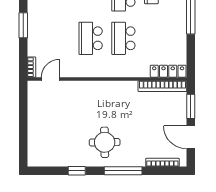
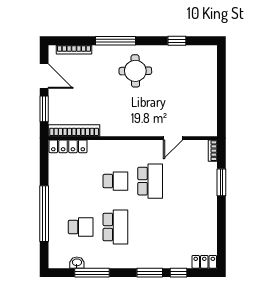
window: (23, 25) -> (221, 182), moved
school desk: (123, 38) -> (115, 181), width x0.54
door: (51, 79) -> (173, 138), moved
window: (77, 171) -> (177, 41), moved

